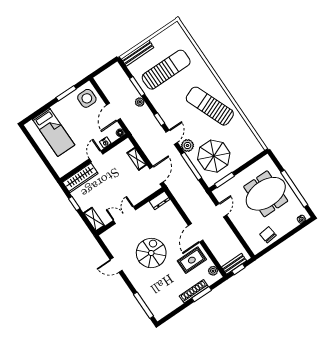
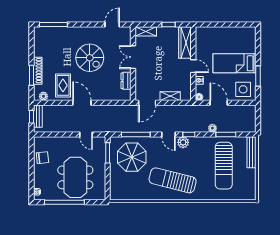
sun lounger: (210, 106) -> (173, 180), turned -144
bed: (54, 132) -> (235, 63), moved
plant: (187, 145) -> (183, 142), moved
door: (156, 175) -> (147, 103), hinge flipped
dresser: (160, 200) -> (126, 81), moved
double door: (125, 215) -> (133, 57), swing flipped
door: (116, 265) -> (112, 24), moved

